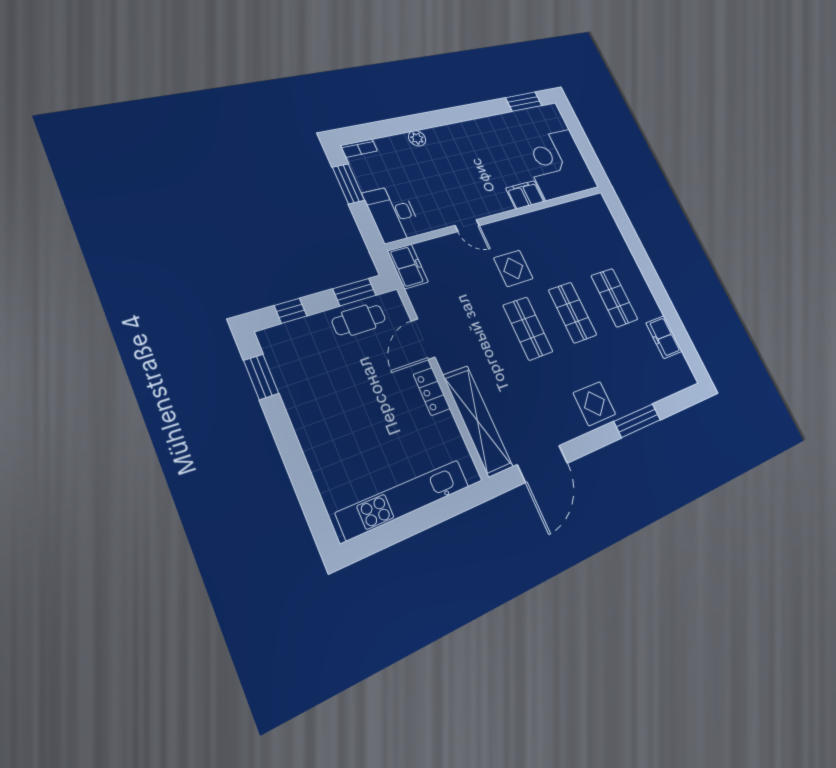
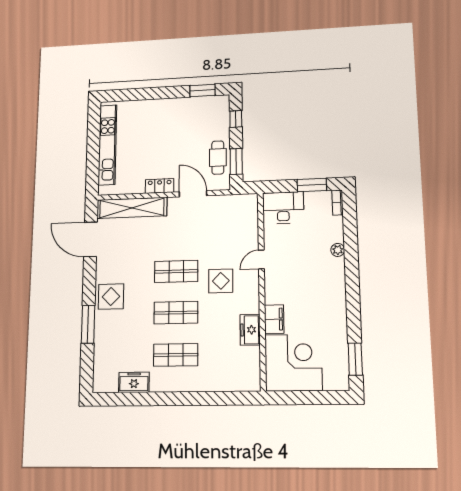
freezer: (408, 266) -> (250, 330), moved, turned 90

